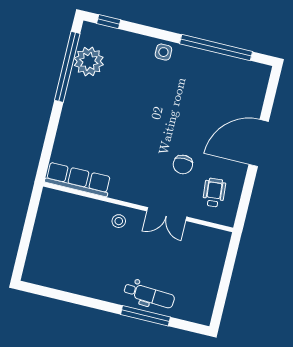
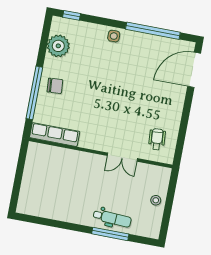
window: (67, 67) -> (34, 93), moved
door: (259, 143) -> (194, 70), moved
chair: (183, 164) -> (55, 86), moved, turned -94
stool: (119, 221) -> (156, 200), moved

